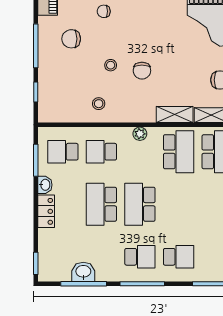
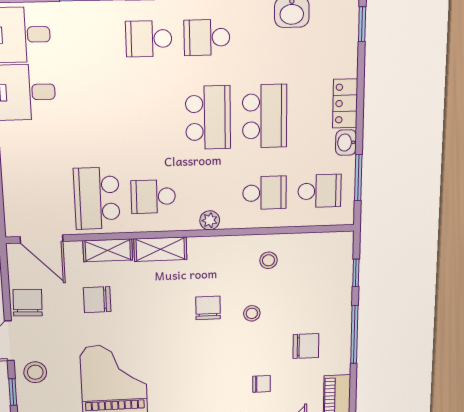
school desk: (179, 152) -> (153, 197), width x0.54

